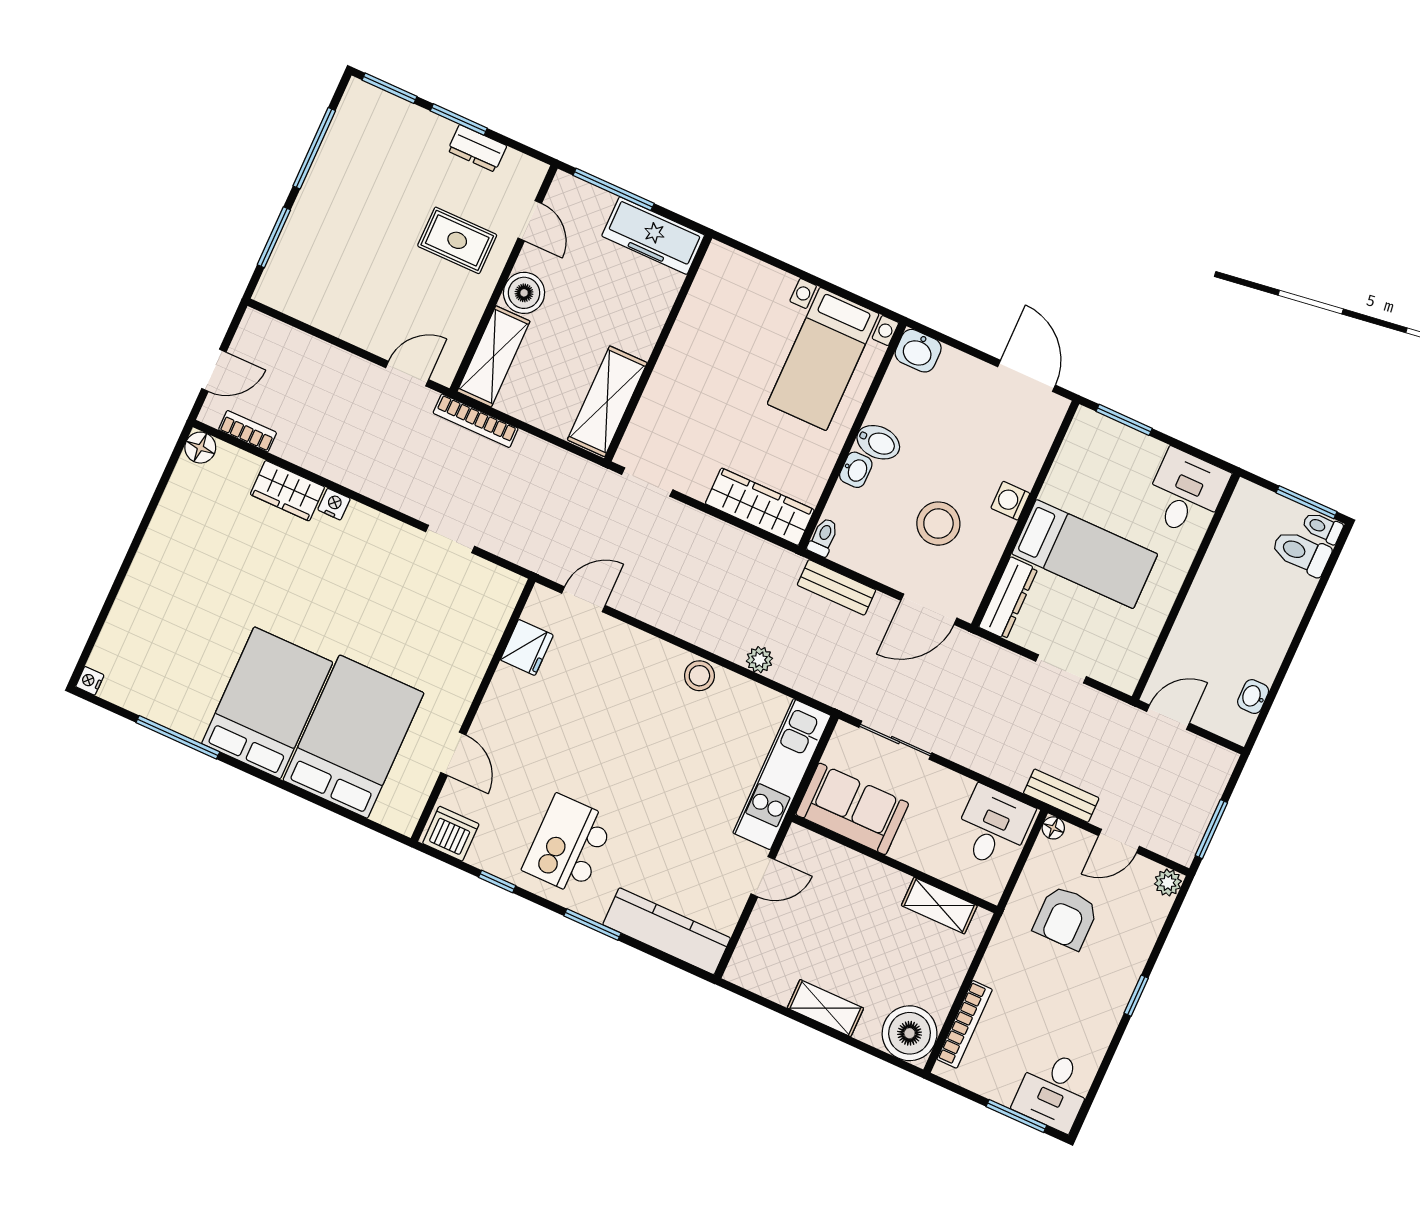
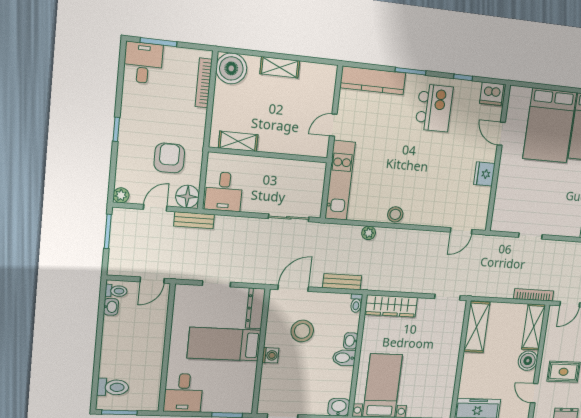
toilet: (1322, 527) -> (116, 291), moved
fridge: (527, 647) -> (484, 174), moved
sofa: (852, 809) -> (299, 175), removed
floor lamp: (1053, 828) -> (187, 196), width x1.89, depth x1.89

